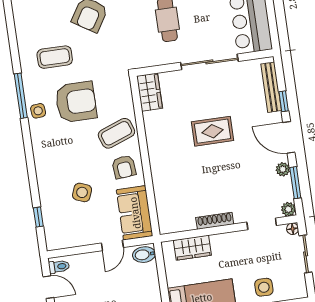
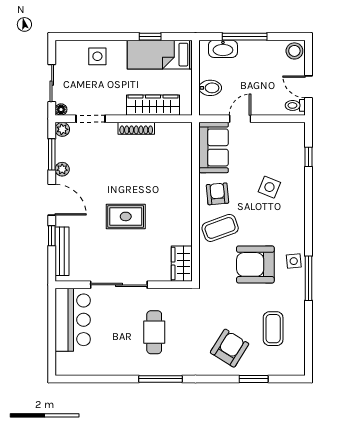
coffee table: (55, 57) -> (273, 329), moved, turned 90
side table: (82, 192) -> (269, 187), moved
wardrobe: (192, 248) -> (153, 105), width x1.50
bidet: (144, 255) -> (210, 88), moved

